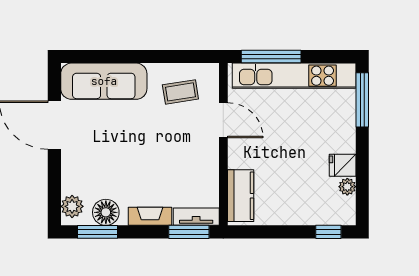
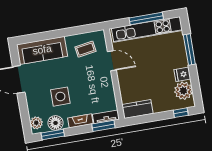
window: (271, 57) -> (146, 19), moved
window: (362, 100) -> (189, 50), moved
side table: (122, 168) -> (60, 97), added
plant: (347, 187) -> (183, 91), width x1.87, depth x1.87
kitchen counter: (241, 196) -> (137, 109), moved, turned -90

